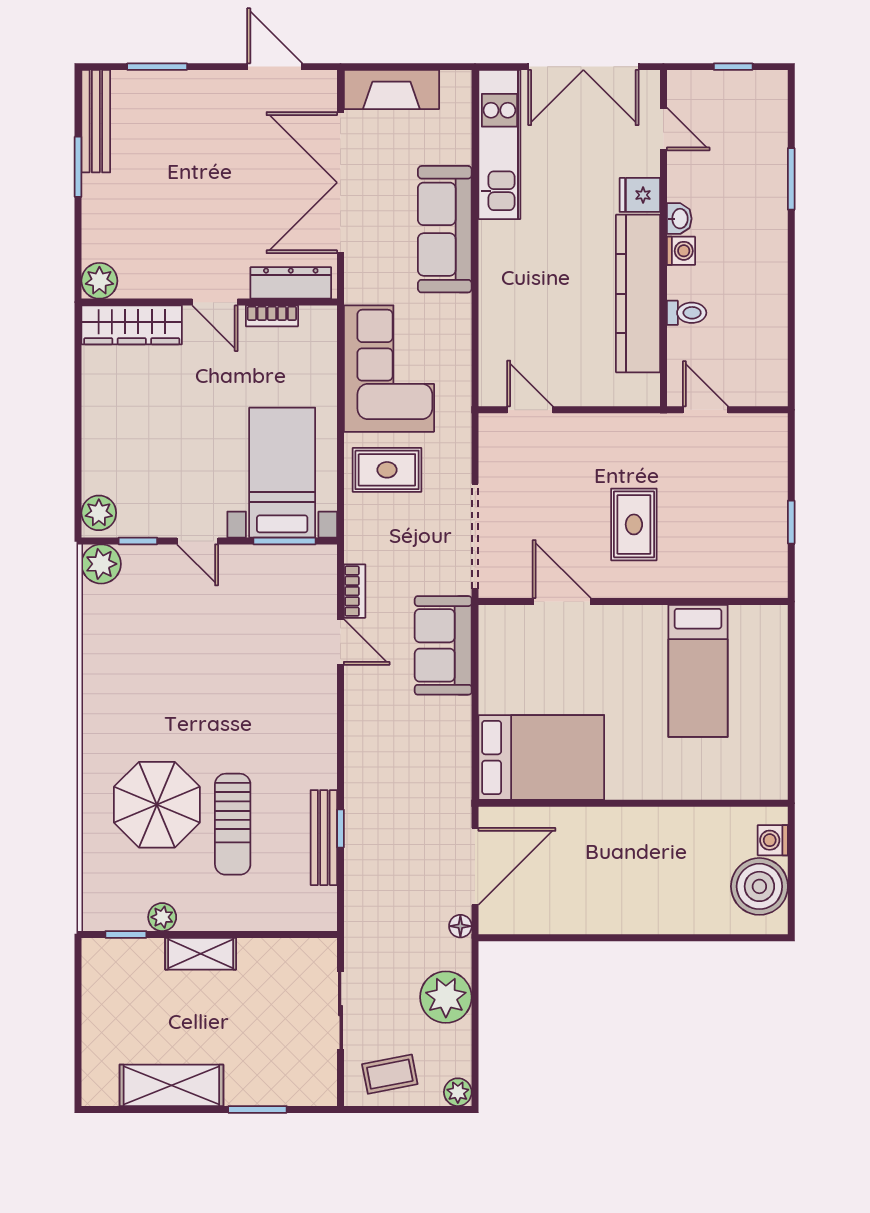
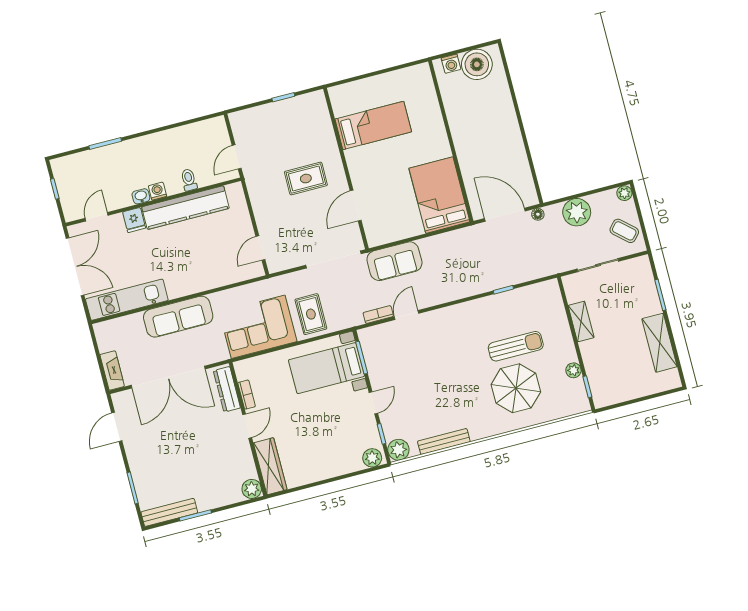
fireplace: (391, 90) -> (112, 370), width x0.73, depth x0.76
bench: (324, 838) -> (444, 441), moved
shelving: (201, 954) -> (581, 321), moved
coffee table: (390, 1074) -> (624, 231), turned -37

